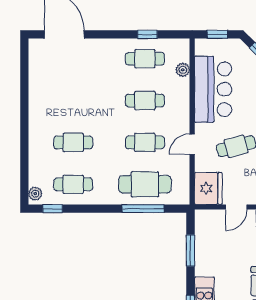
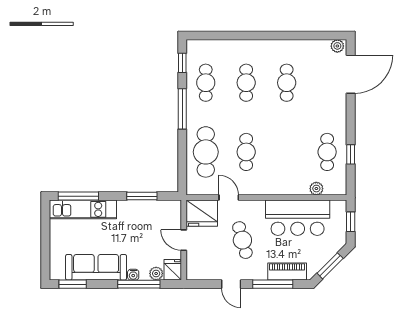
cafe table: (145, 101) -> (287, 83), moved
door: (192, 144) -> (229, 198), moved
plant: (35, 194) -> (337, 46), moved
window: (143, 209) -> (182, 109), moved

